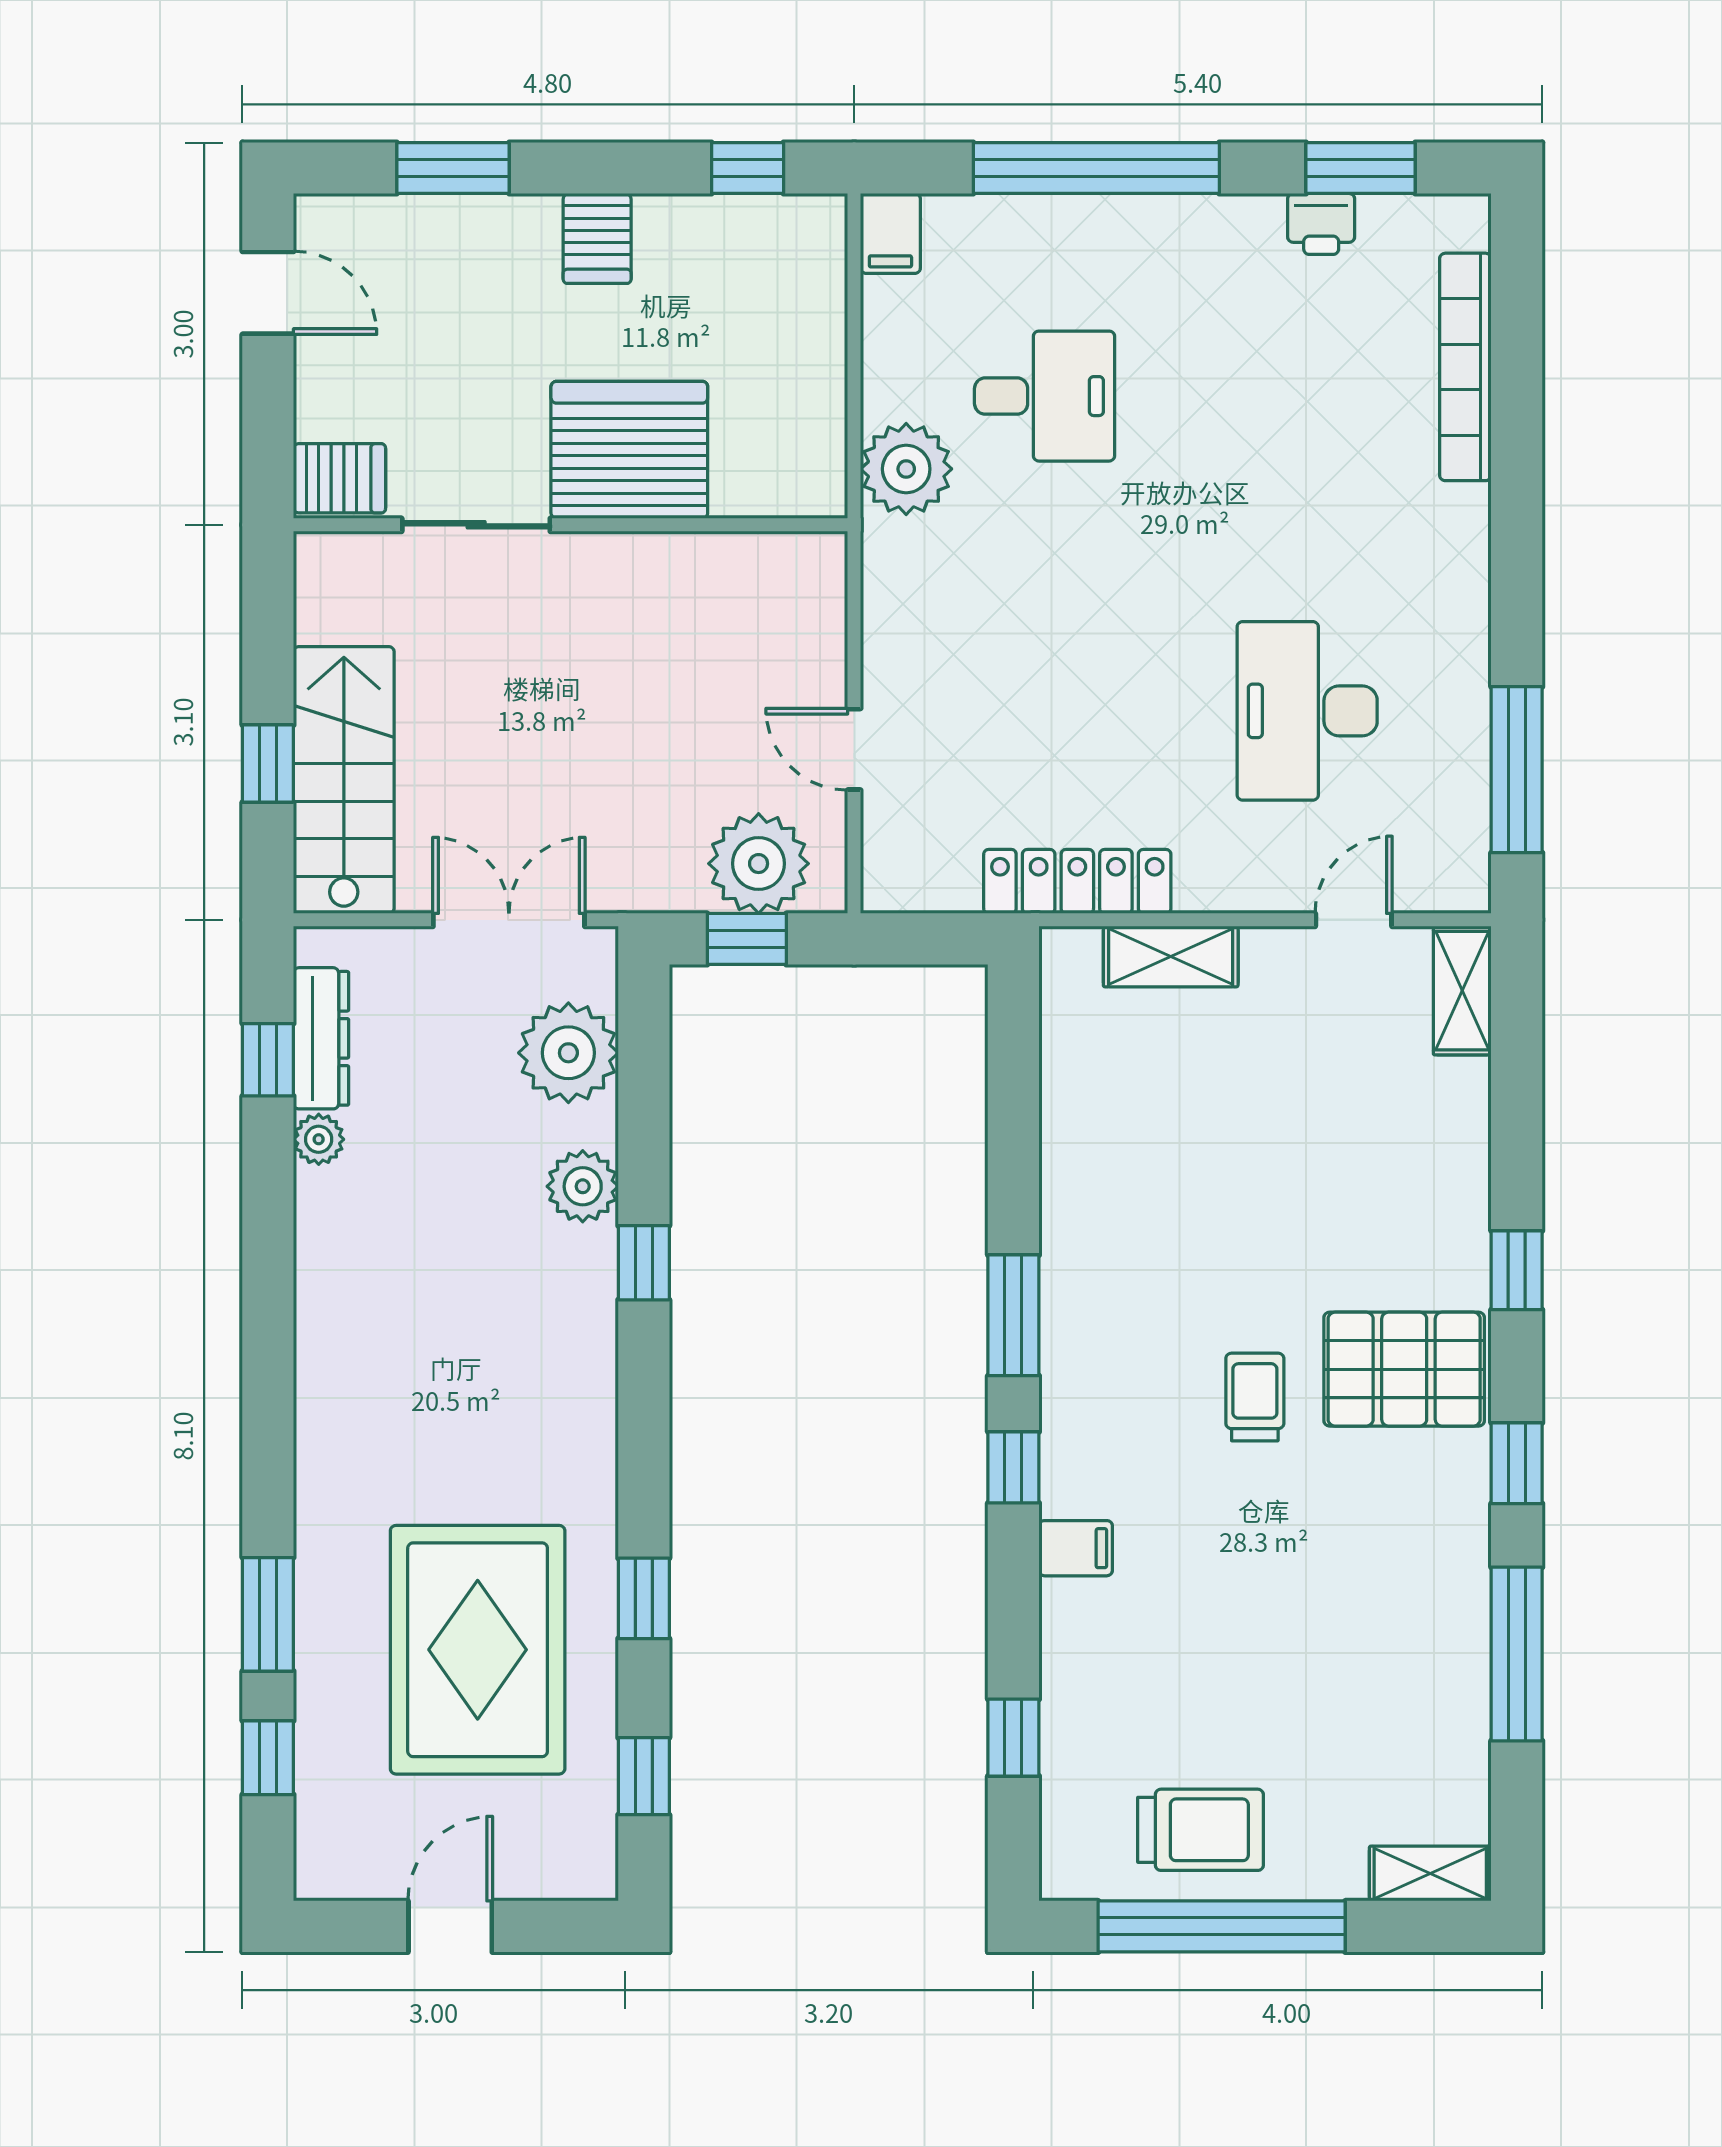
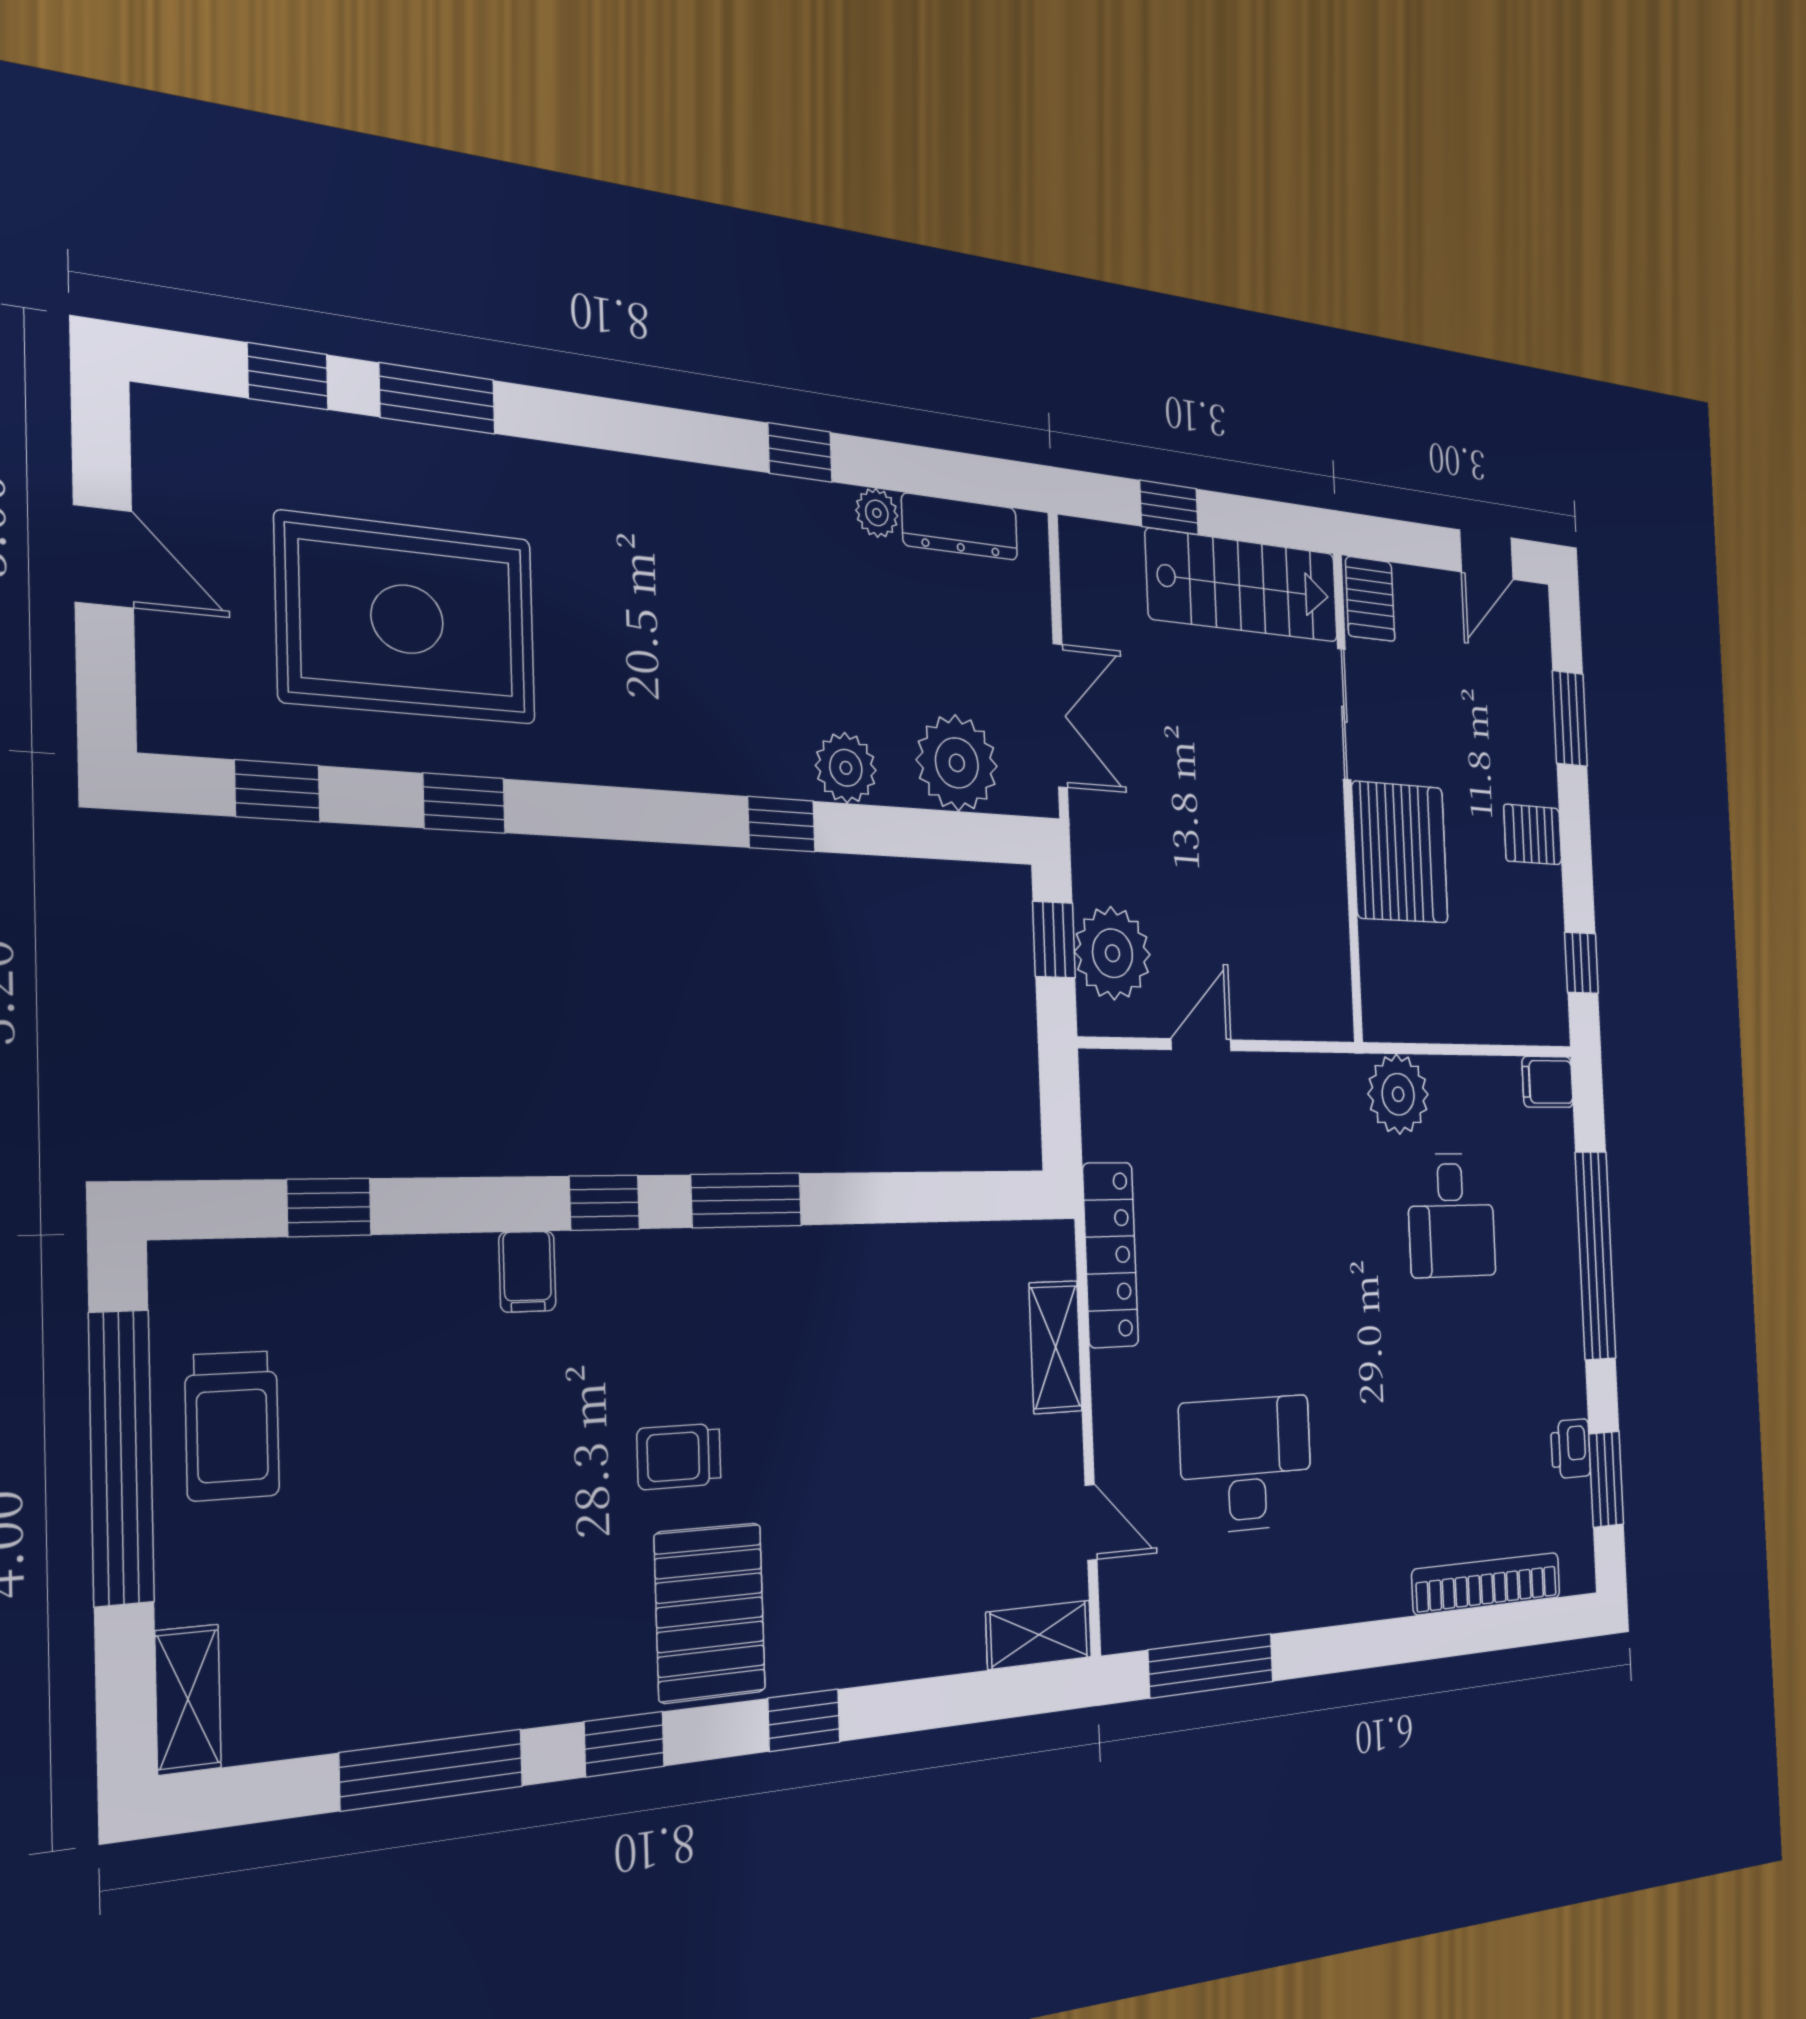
stairs: (344, 780) -> (1243, 586), moved
window: (268, 1060) -> (800, 453), moved
trolley: (1255, 1397) -> (679, 1456), turned 180

